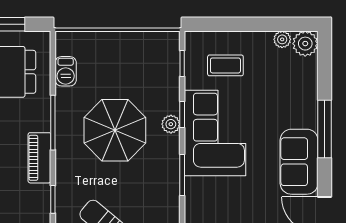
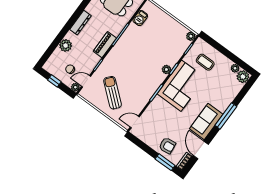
plant: (171, 40) -> (191, 36), added
parasol: (115, 130) -> (143, 56), removed

